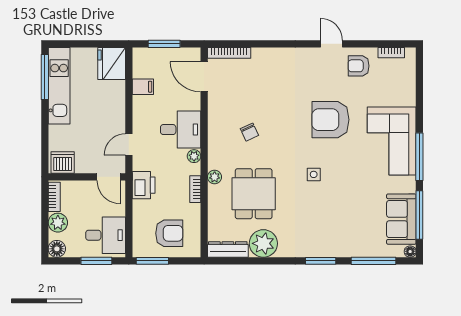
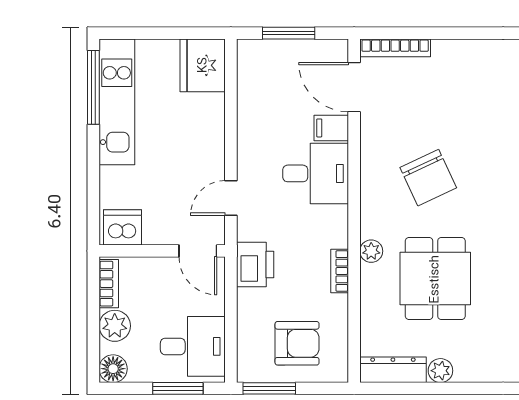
filing cabinet: (143, 87) -> (331, 128), moved, turned 180
chair: (249, 132) -> (428, 178), width x1.87, depth x1.87
plant: (194, 156) -> (338, 217), removed
plant: (263, 243) -> (440, 371), width x0.53, depth x0.53

